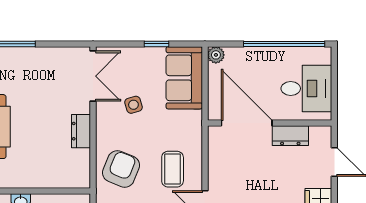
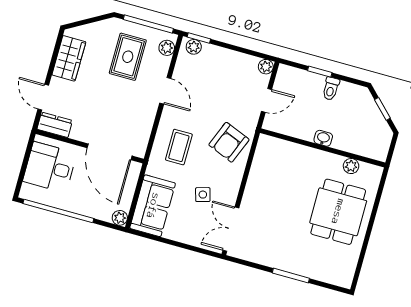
window: (157, 44) -> (168, 242), removed
dresser: (81, 131) -> (254, 184), removed
dresser: (290, 136) -> (55, 125), moved
coffee table: (173, 169) -> (179, 147), moved

